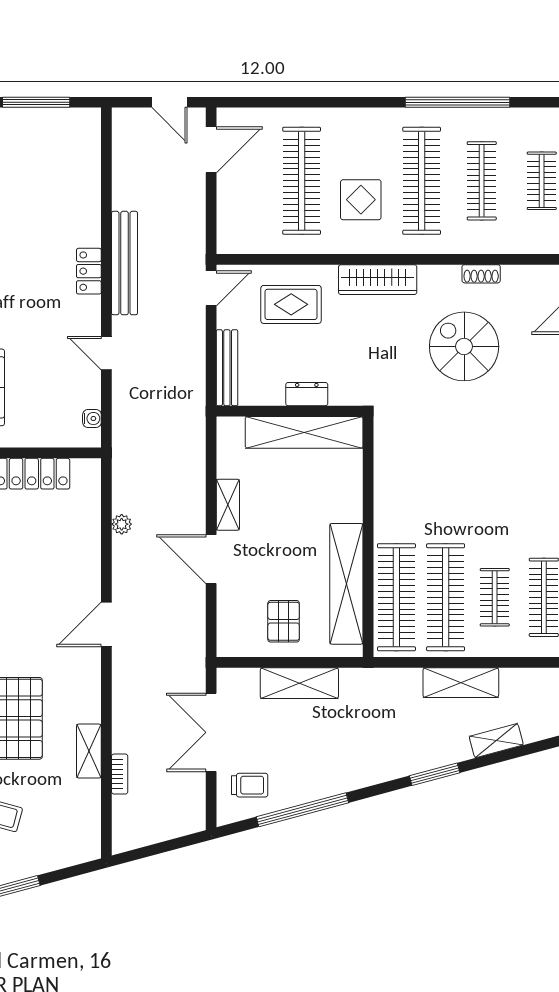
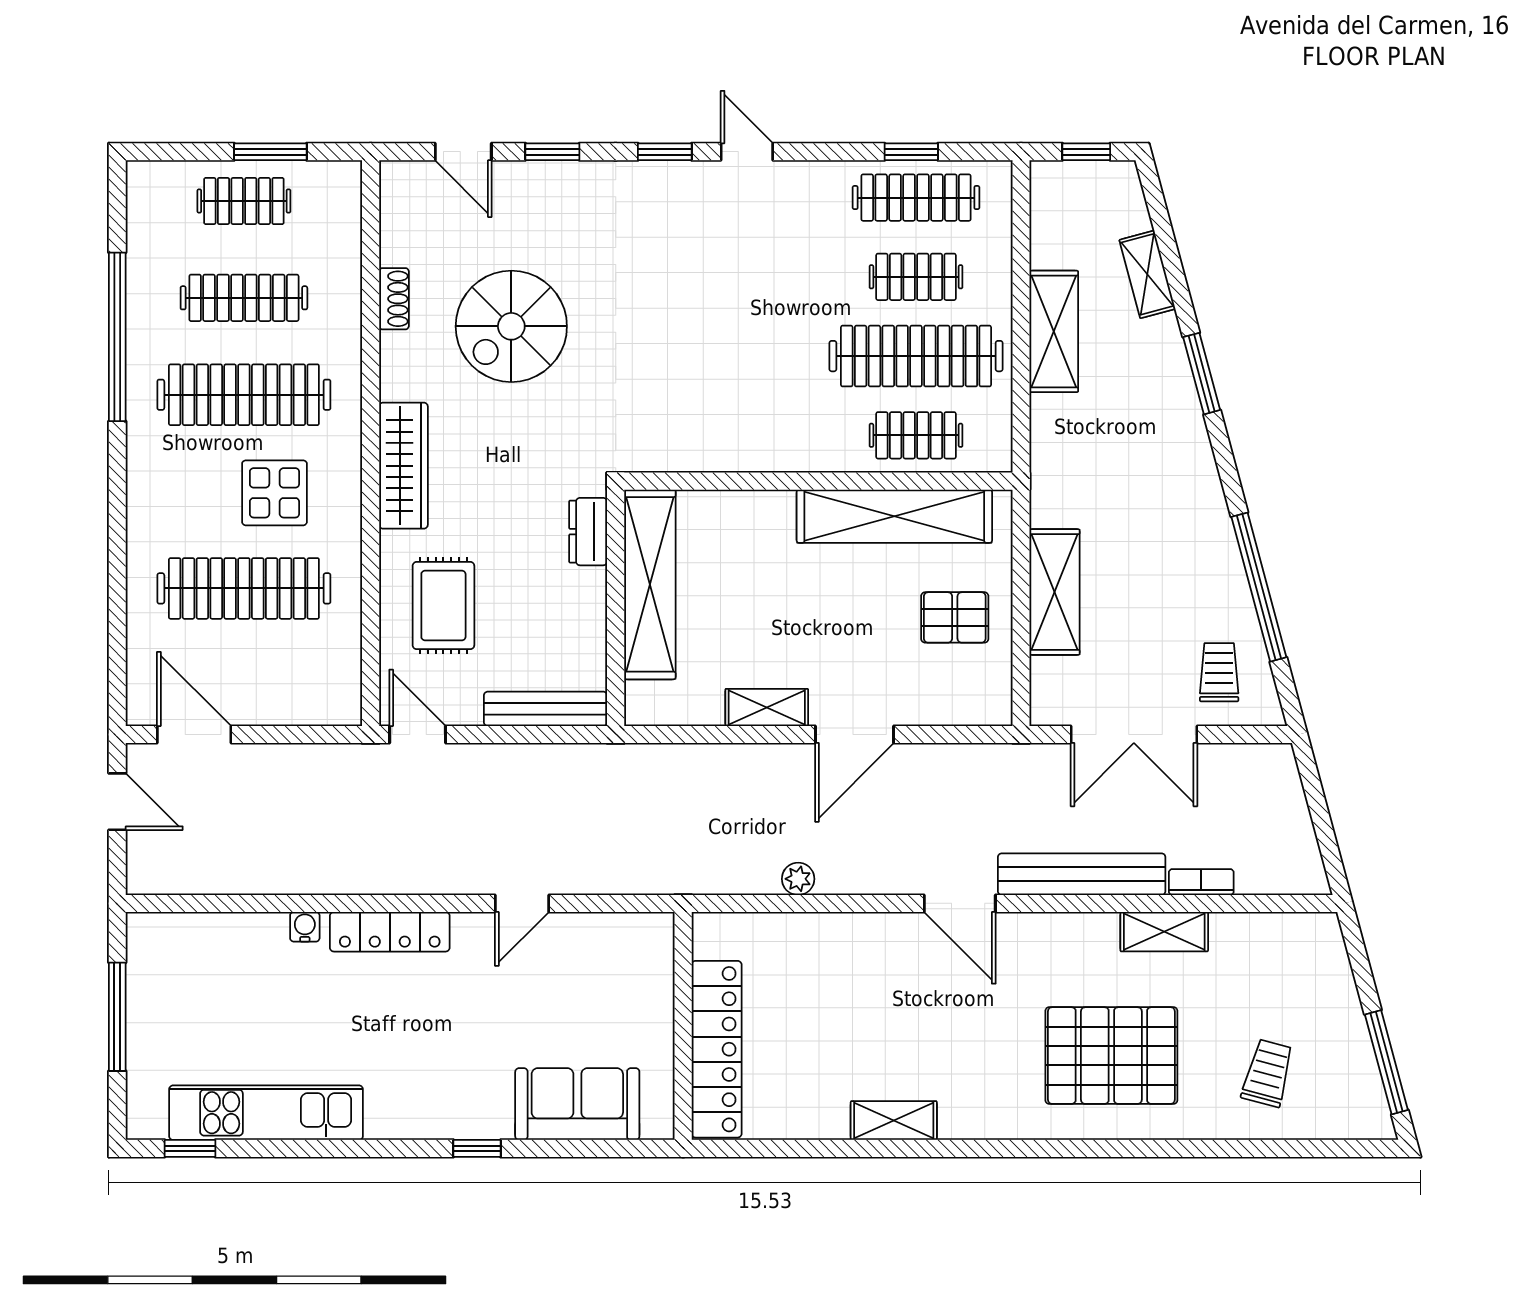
door: (169, 102) -> (117, 802), hinge flipped
bench: (124, 263) -> (1082, 874), moved
locker: (89, 271) -> (390, 932), width x1.53
dresser: (307, 394) -> (588, 532), moved
water cooler: (92, 419) -> (305, 927), moved
clothes rail: (396, 597) -> (916, 435), width x0.54, depth x0.76

